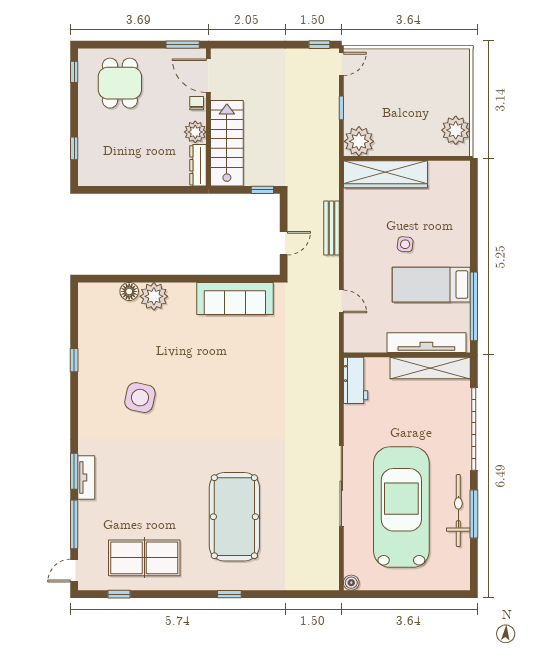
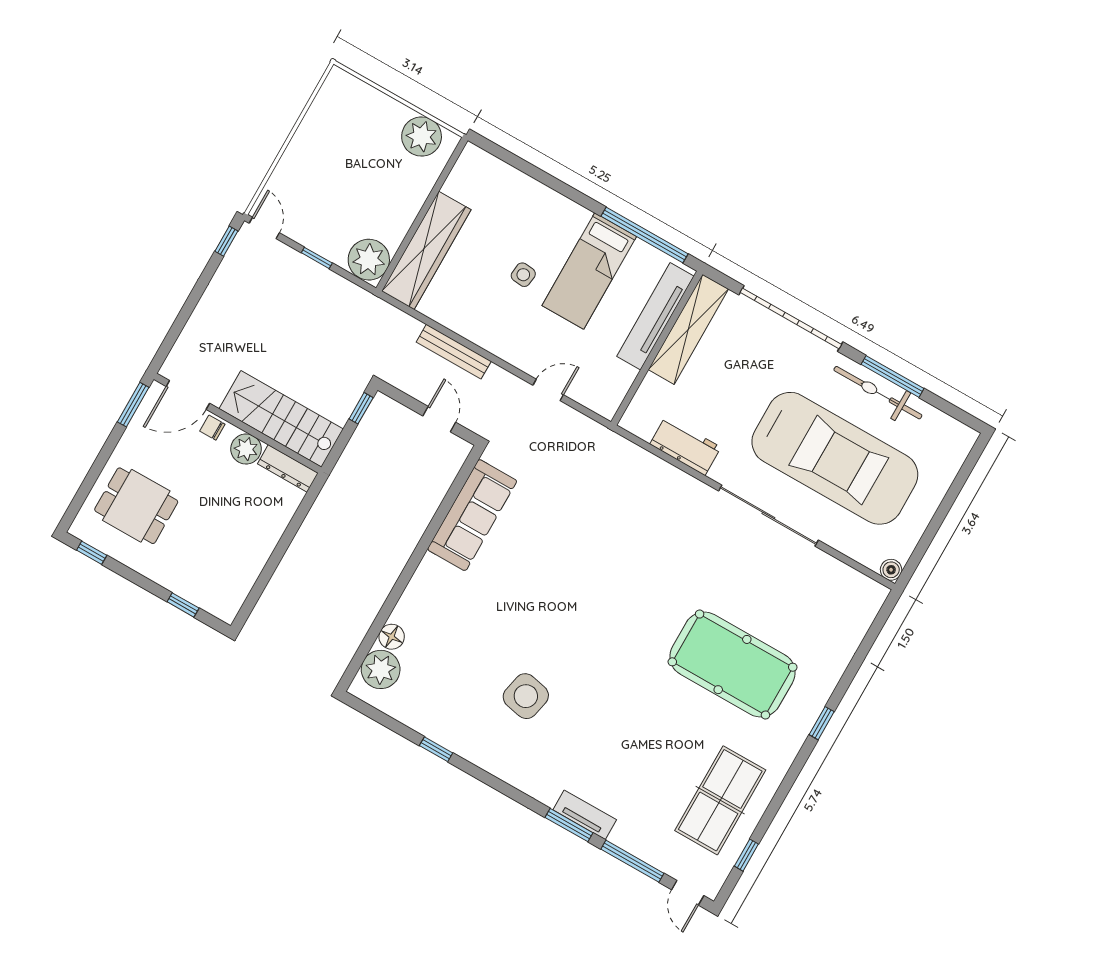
plant: (154, 296) -> (381, 669), moved
workbench: (356, 380) -> (685, 446), moved
car: (401, 507) -> (835, 458), turned 180

